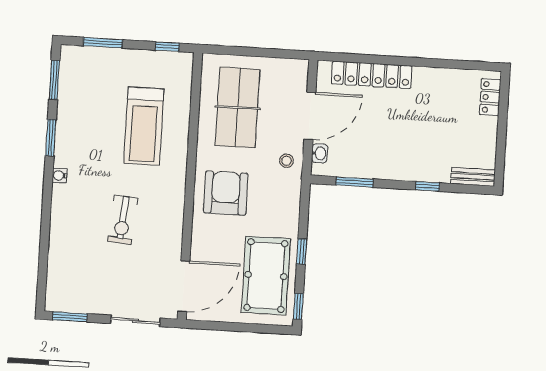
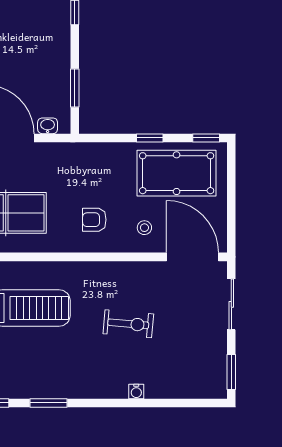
stool: (286, 161) -> (144, 228), moved
water cooler: (60, 175) -> (136, 391), moved
armchair: (226, 193) -> (94, 220), width x0.53, depth x0.53

